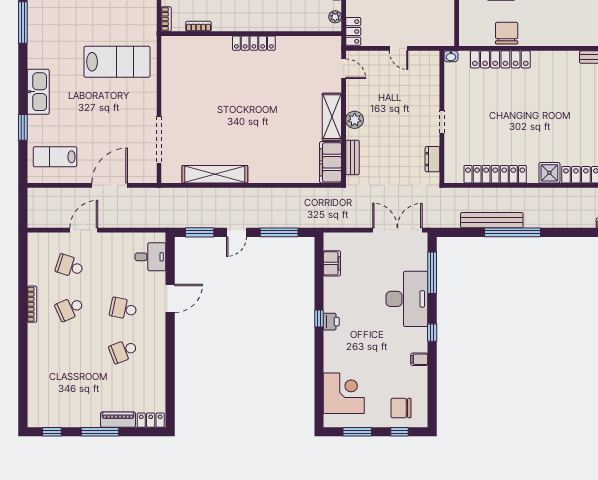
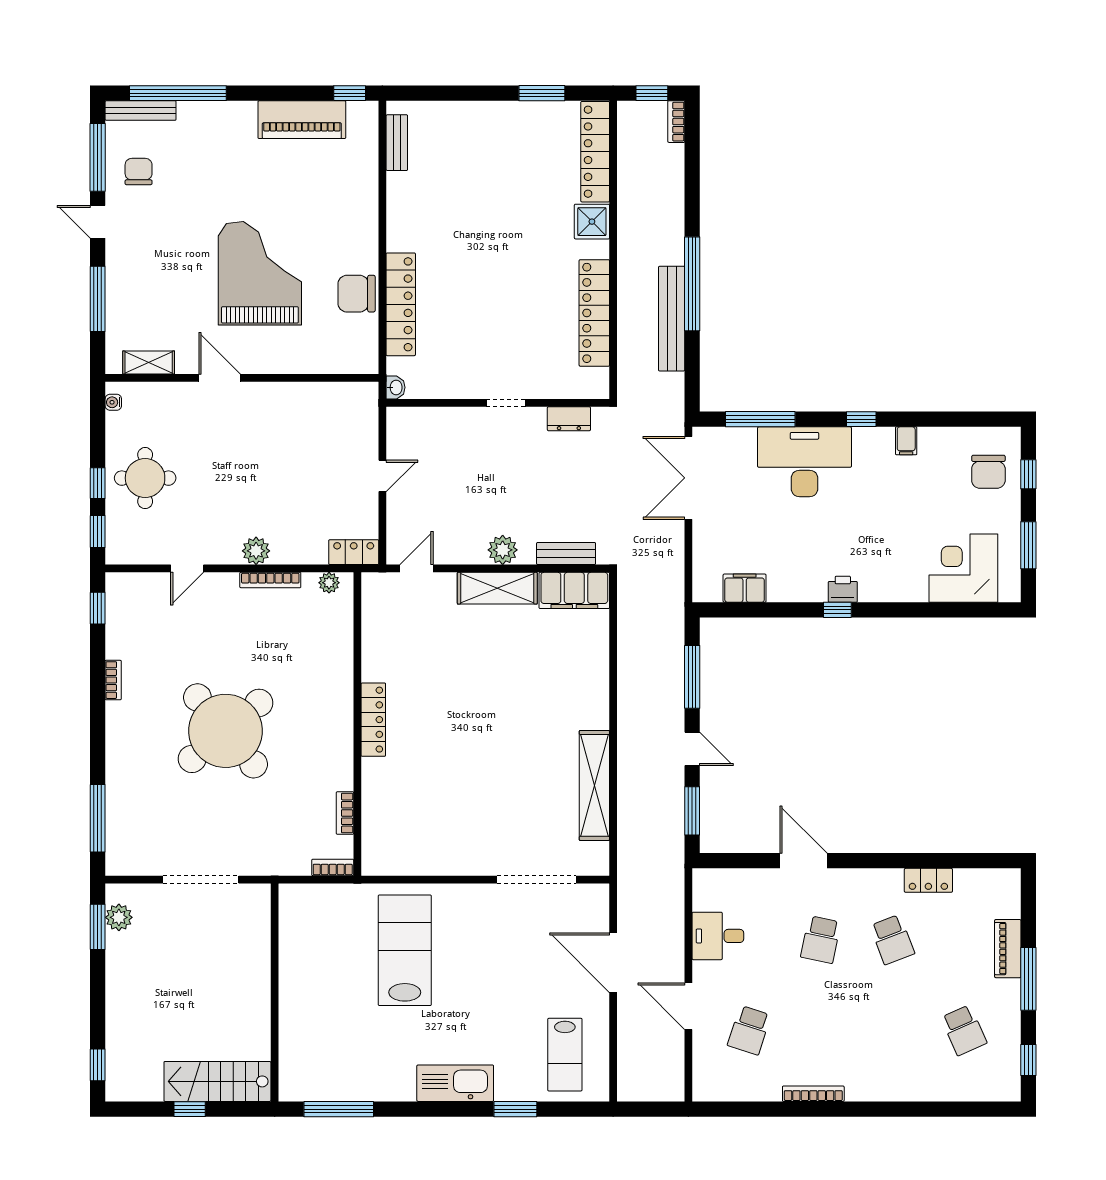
desk: (150, 257) -> (718, 936), moved, turned -90
school desk: (70, 309) -> (964, 1030), moved
locker: (151, 420) -> (928, 880), moved, turned -90

